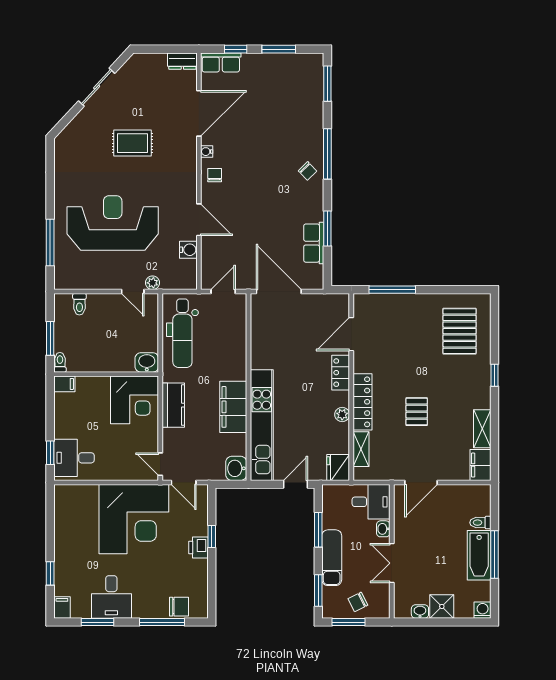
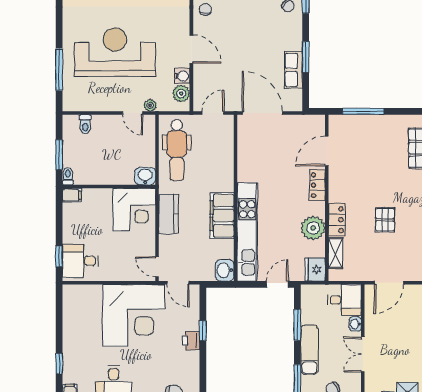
plant: (187, 270) -> (181, 94), added
locker: (362, 402) -> (337, 220), width x0.66
plant: (342, 415) -> (313, 228), width x1.88, depth x1.88

